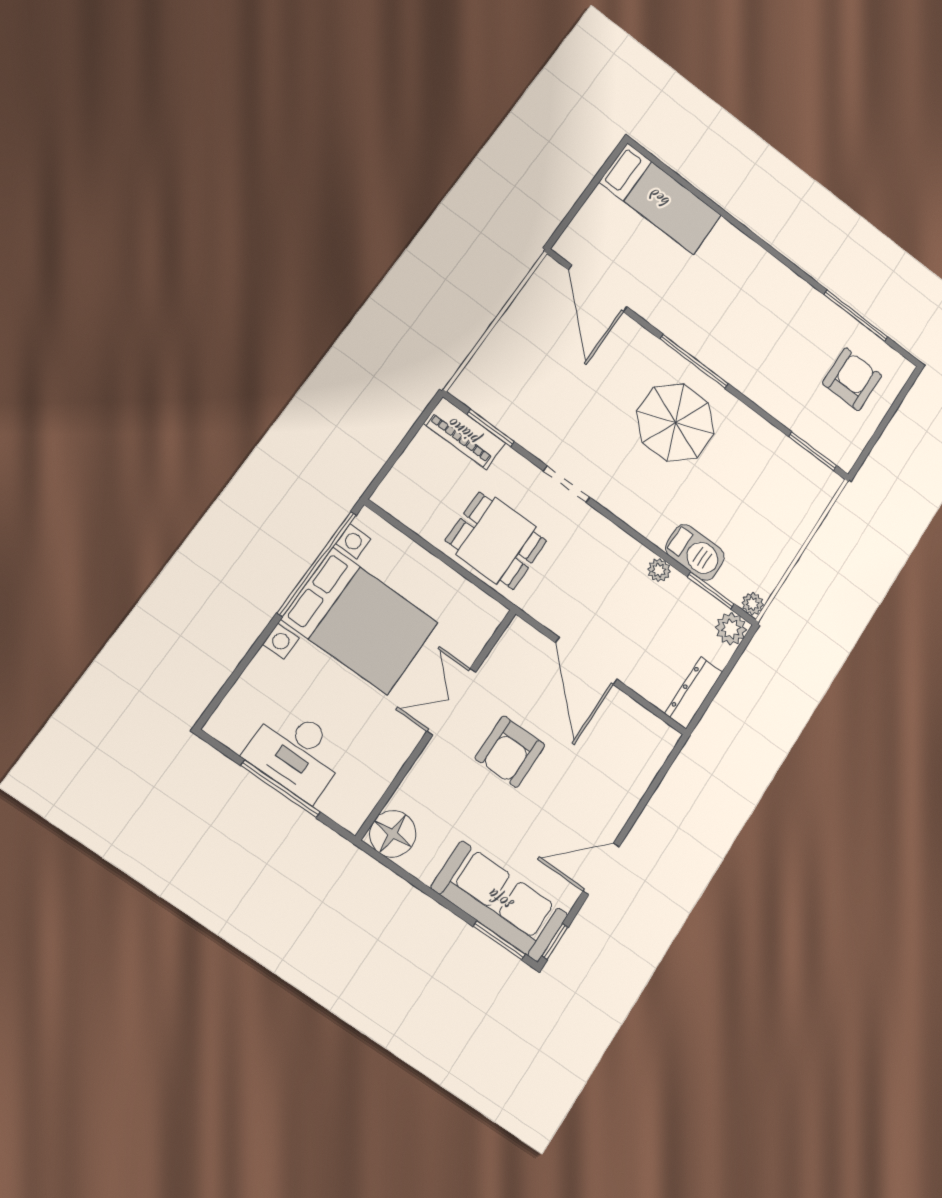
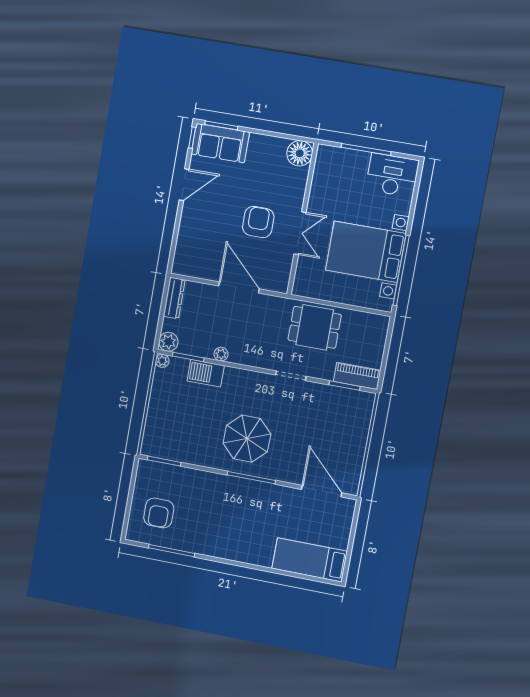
desk: (296, 753) -> (392, 175), moved
sofa: (500, 901) -> (220, 143), width x0.73

